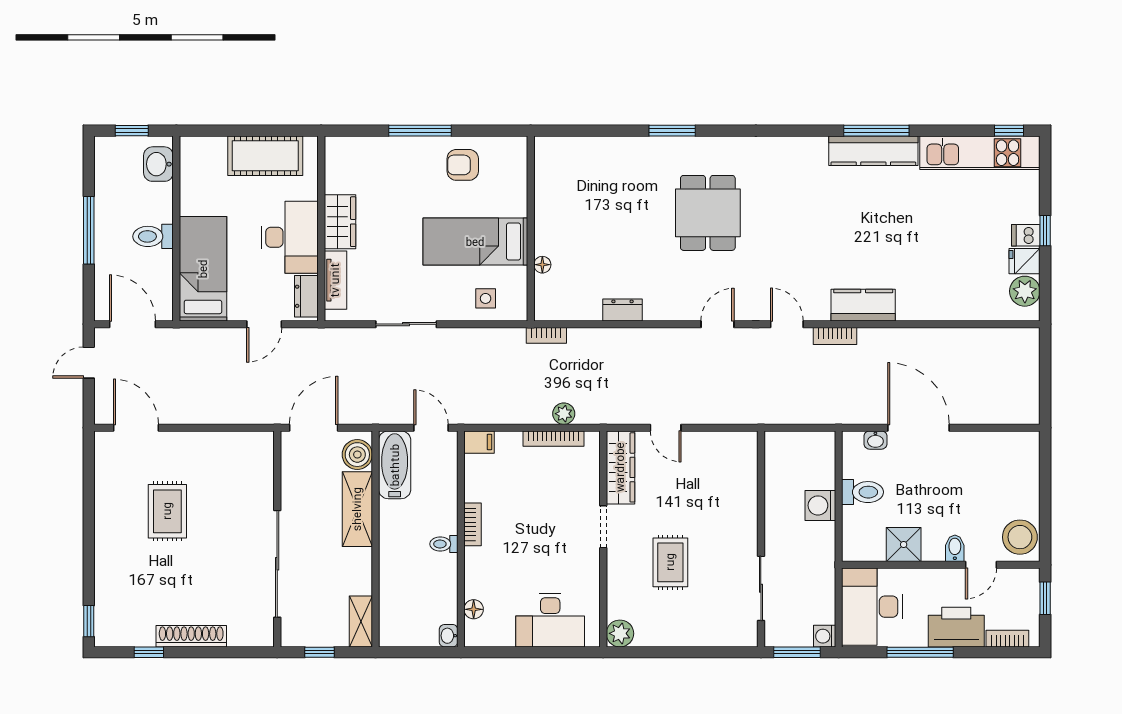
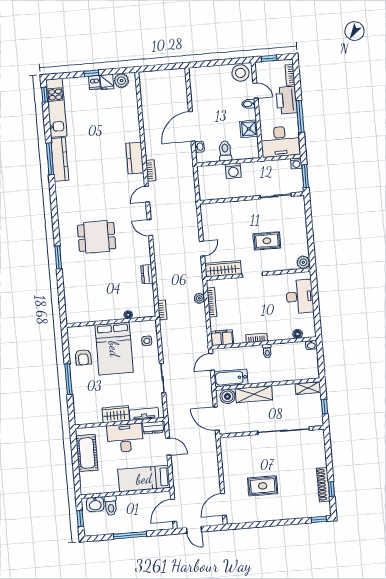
toilet: (153, 236) -> (111, 506), moved
bed: (475, 242) -> (114, 349), width x1.50
filing cabinet: (479, 442) -> (222, 338), width x2.00
shoe rack: (191, 636) -> (323, 485), moved

